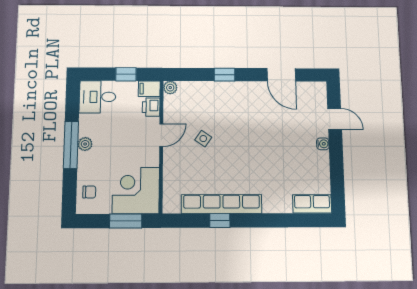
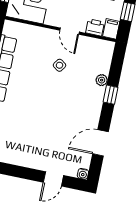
plant: (170, 88) -> (102, 80), moved
water cooler: (323, 144) -> (83, 174), moved

